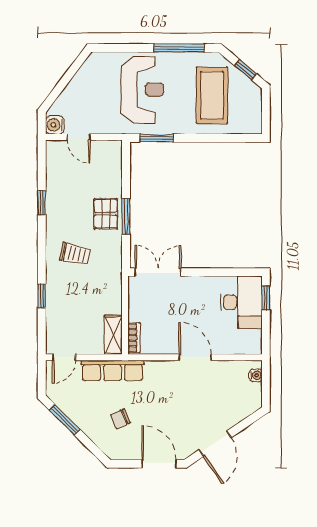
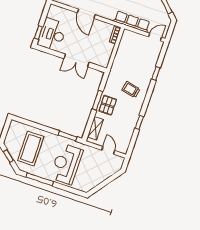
water cooler: (55, 125) -> (119, 161), removed
double door: (158, 272) -> (77, 60), moved
shelving: (113, 335) -> (95, 128), moved

